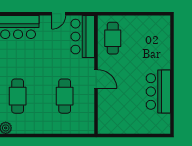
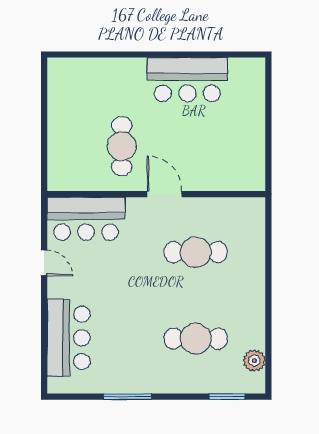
cafe table: (113, 38) -> (122, 146), moved, turned 90
door: (96, 79) -> (165, 194), hinge flipped

